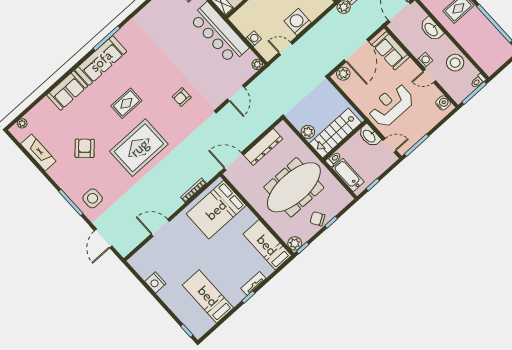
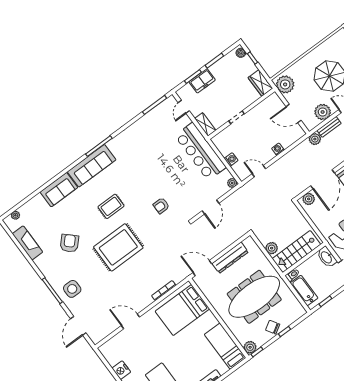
washing machine: (298, 22) -> (278, 149), width x0.53, depth x0.53

